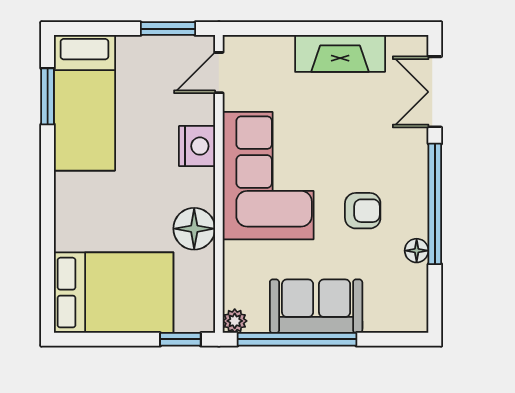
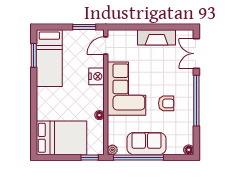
floor lamp: (194, 229) -> (99, 115), width x0.53, depth x0.53
floor lamp: (417, 251) -> (189, 150), moved

